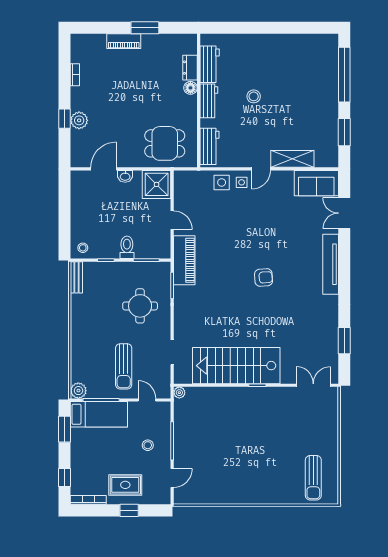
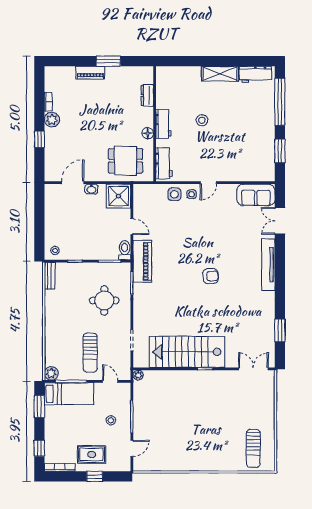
workbench: (210, 64) -> (255, 74), moved, turned 90
floor lamp: (190, 88) -> (148, 133), moved
plant: (79, 120) -> (52, 120), moved
shelving: (292, 159) -> (220, 74), moved
toilet: (127, 247) -> (125, 250), moved

